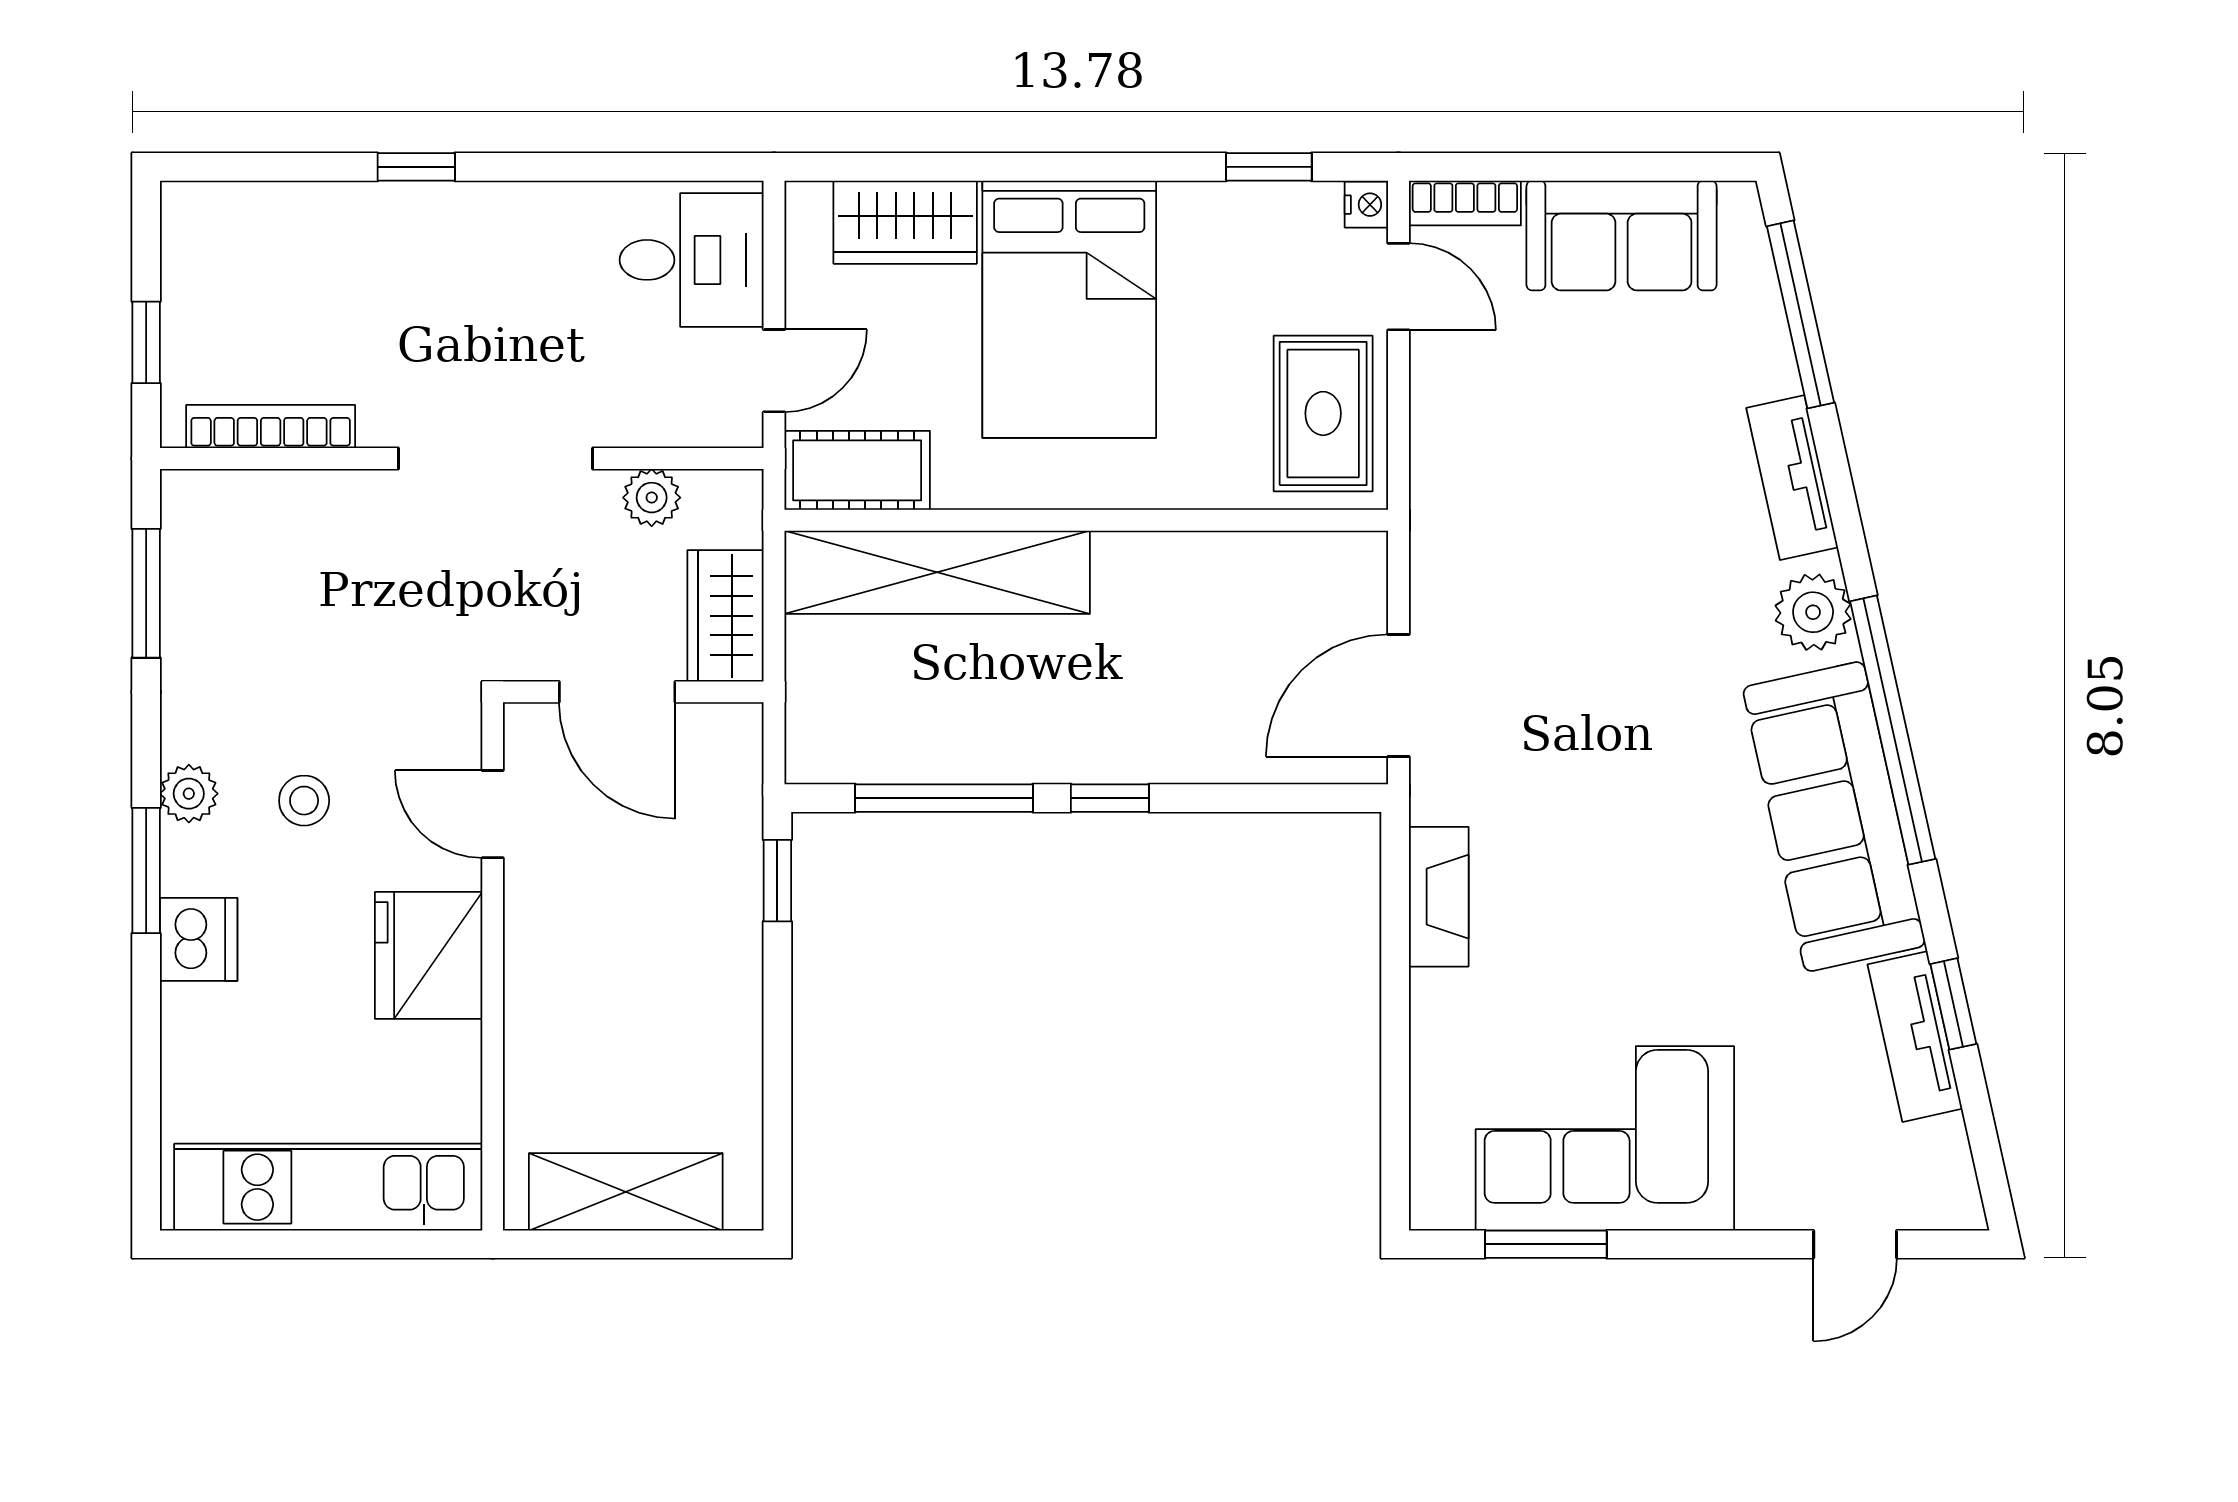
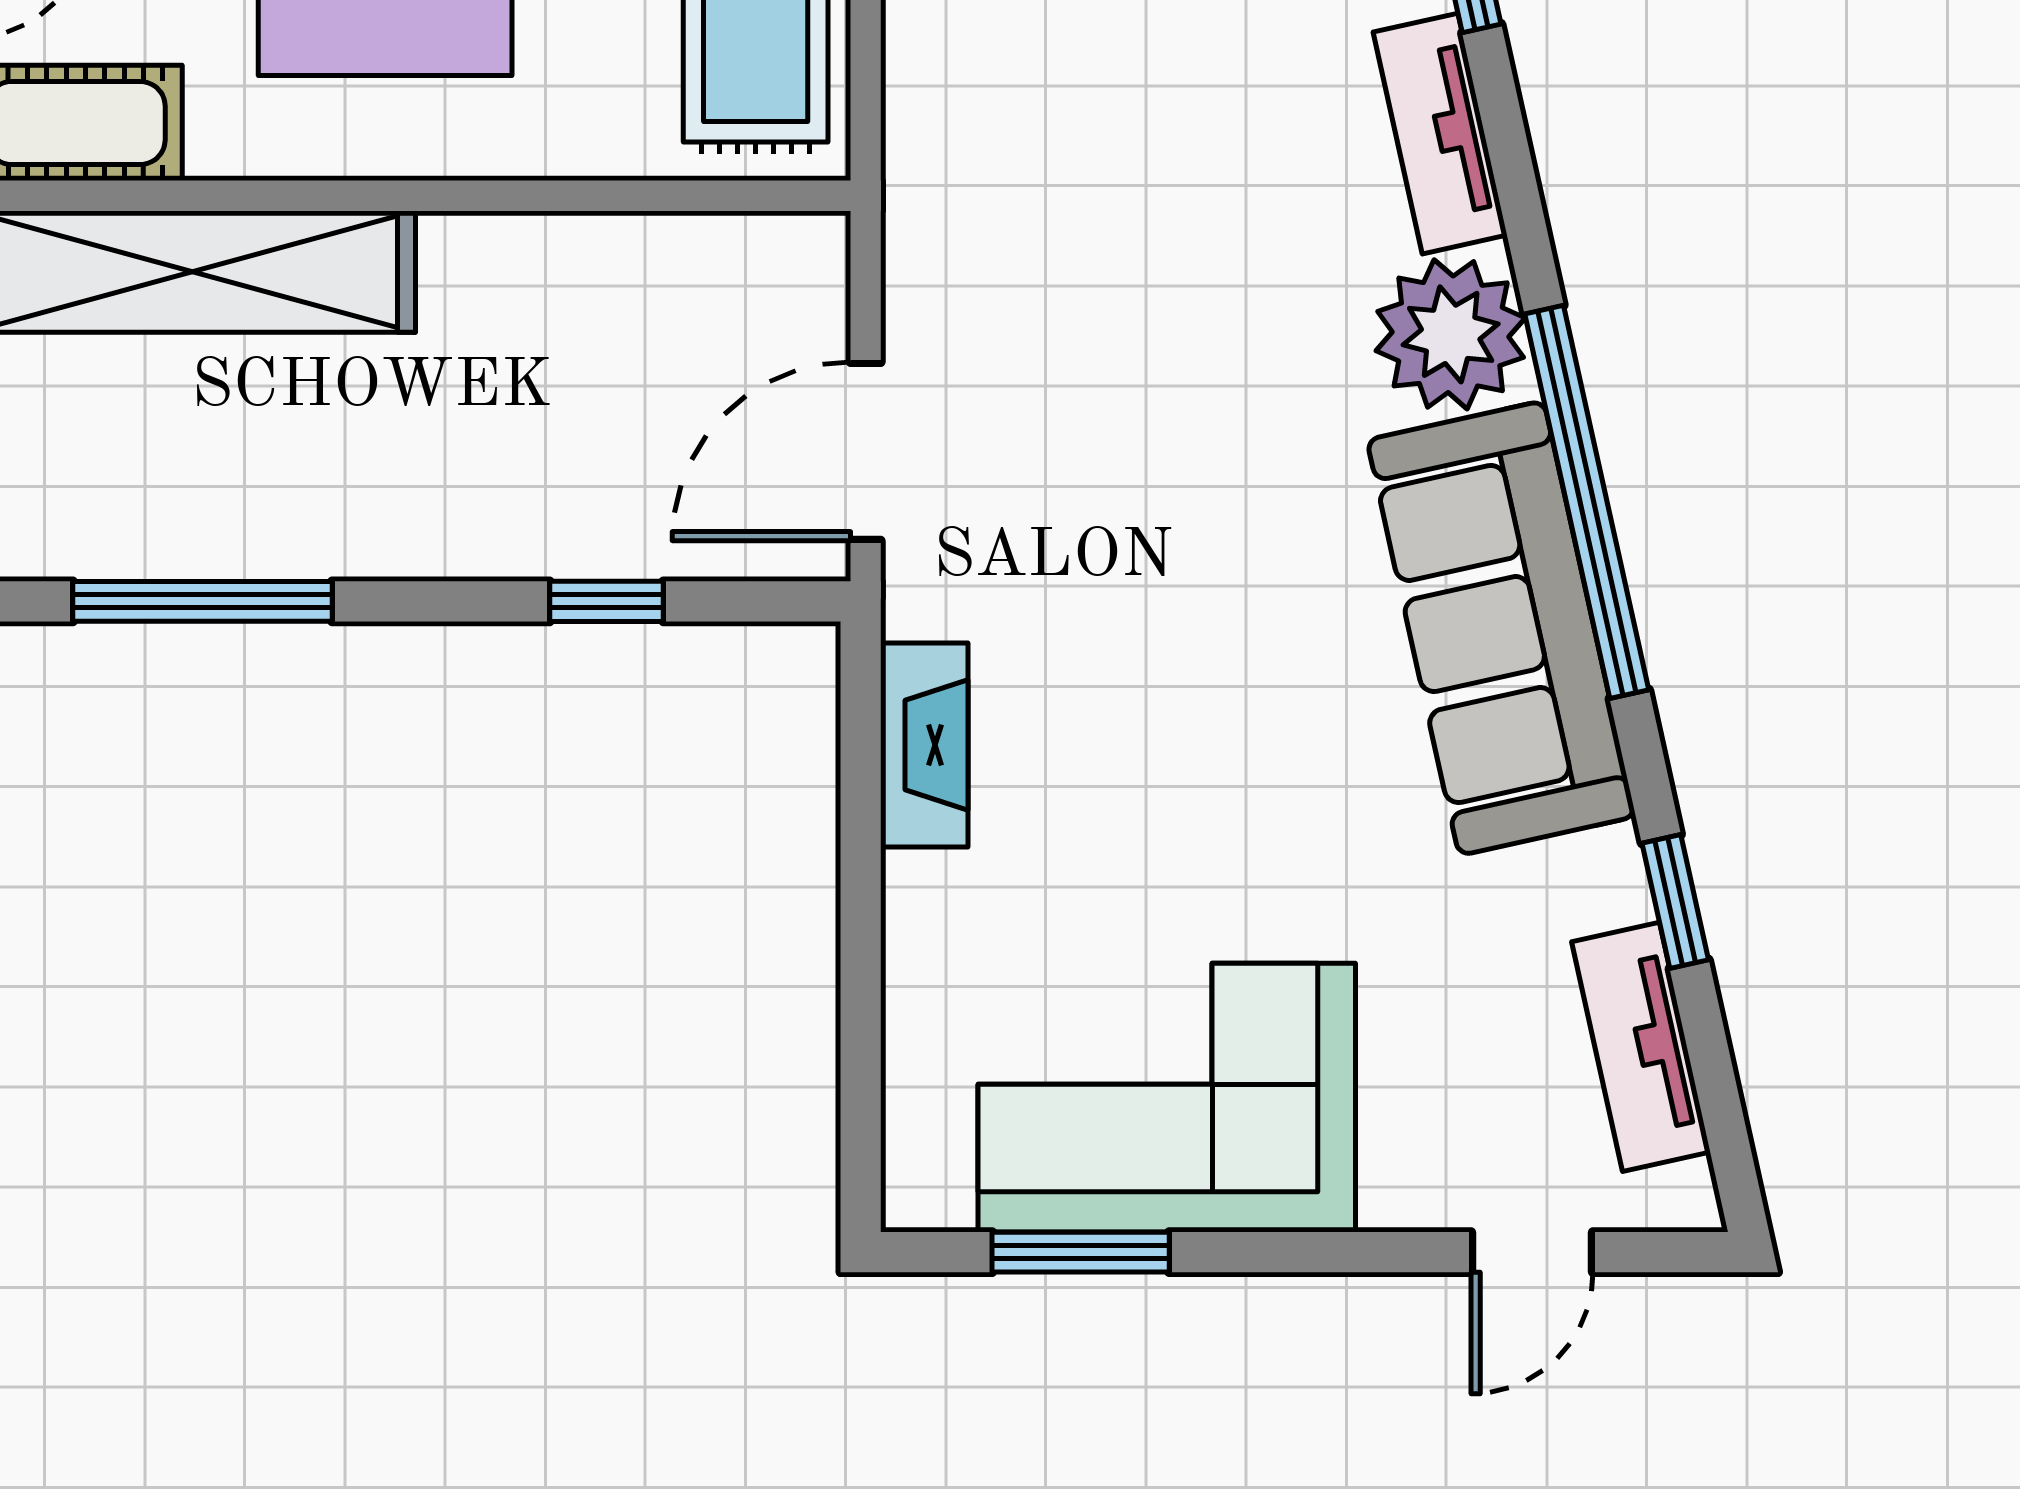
plant: (1813, 612) -> (1451, 334), width x1.36, depth x1.36
window: (1110, 798) -> (606, 601), moved
tv unit: (1915, 1037) -> (1641, 1047), moved

